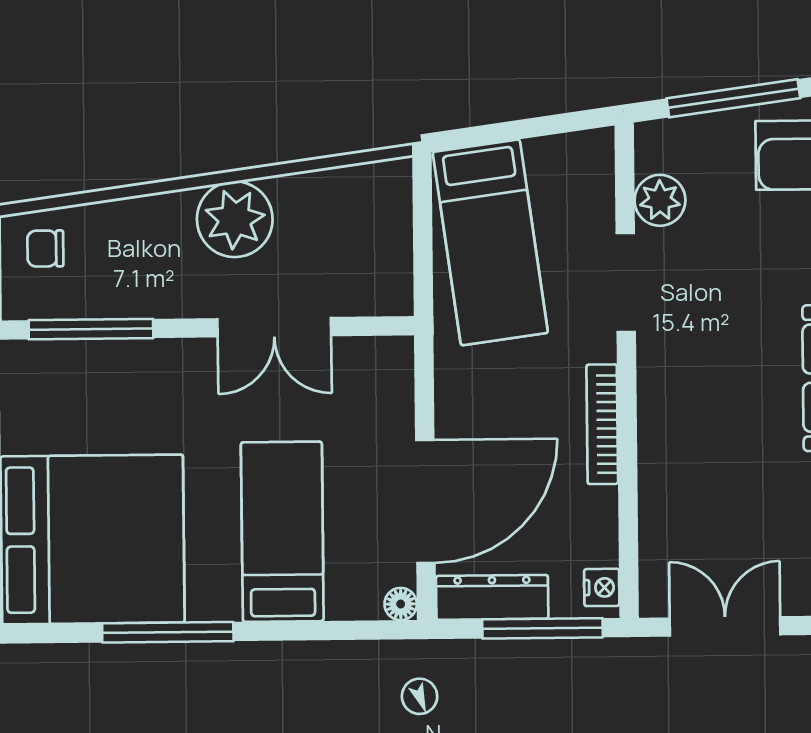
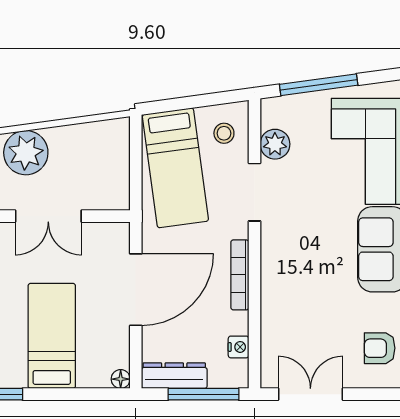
stool: (573, 183) -> (224, 133), added
door: (425, 502) -> (136, 290), moved
nightstand: (602, 587) -> (239, 347), moved

